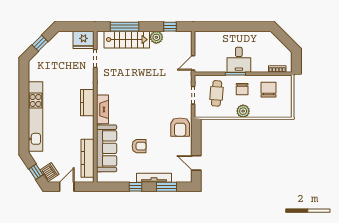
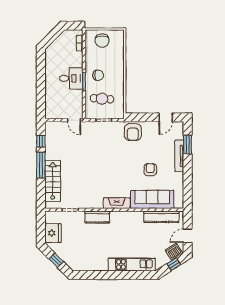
window: (124, 27) -> (41, 165), moved
plant: (156, 37) -> (51, 154), removed
fridge: (83, 40) -> (53, 233), moved
chair: (268, 90) -> (102, 41), moved, turned -90
kitchen counter: (87, 103) -> (97, 217), moved
plant: (243, 111) -> (118, 74), removed
kitchen unit: (35, 117) -> (132, 264), width x0.73
armchair: (180, 127) -> (133, 132), turned 90
door: (67, 187) -> (188, 236), hinge flipped
window: (135, 187) -> (188, 173), removed

